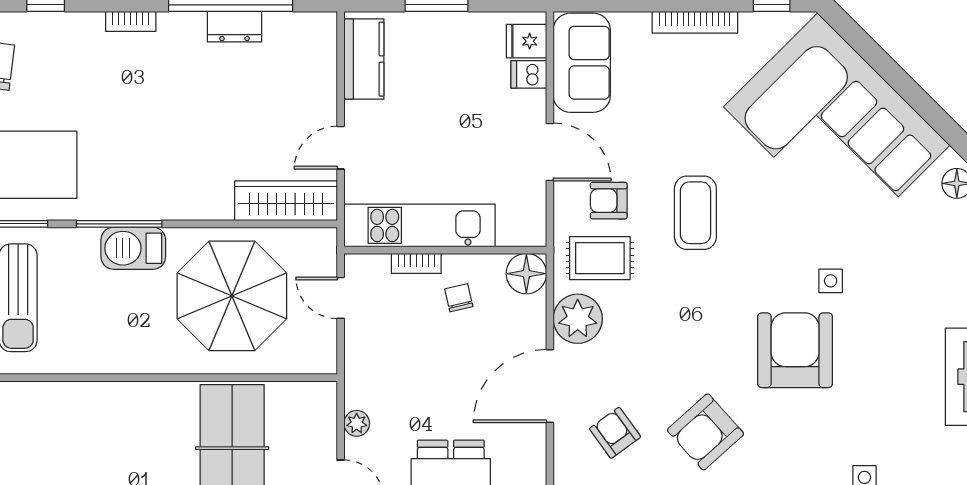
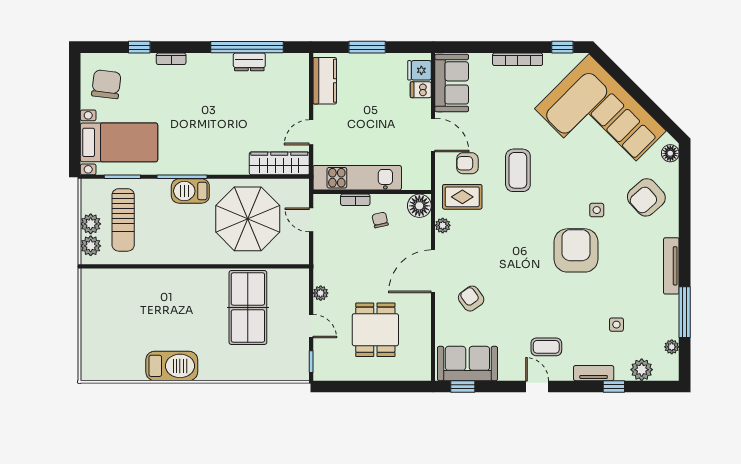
bookcase: (131, 21) -> (171, 59), moved
plant: (578, 319) -> (443, 225), width x0.53, depth x0.53
armchair: (706, 432) -> (646, 197), moved

